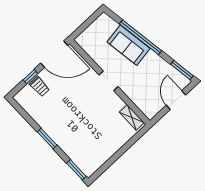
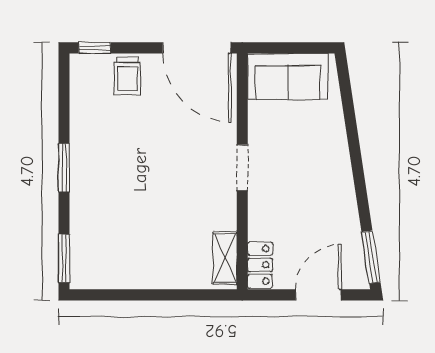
window: (140, 37) -> (354, 147), removed
sofa: (129, 45) -> (288, 77), moved, turned -81
window: (30, 77) -> (95, 48), moved
locker: (146, 109) -> (260, 265), added

